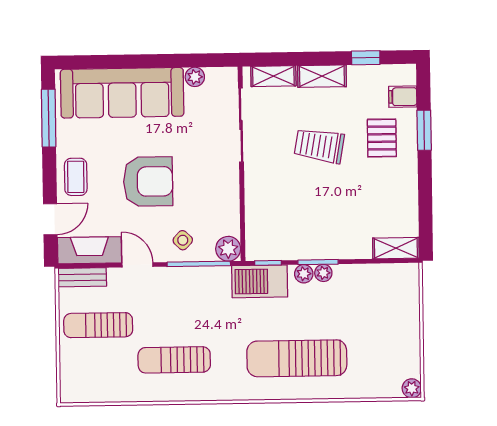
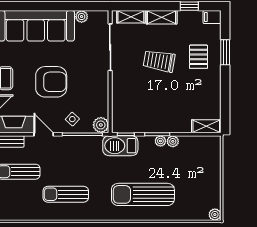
filing cabinet: (403, 97) -> (212, 17), moved
plant: (304, 274) -> (173, 141), moved

